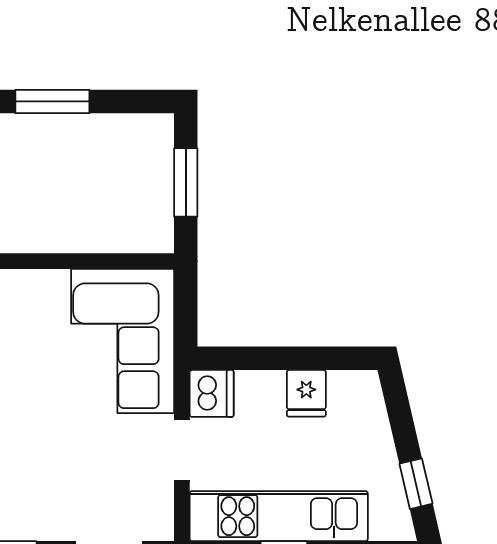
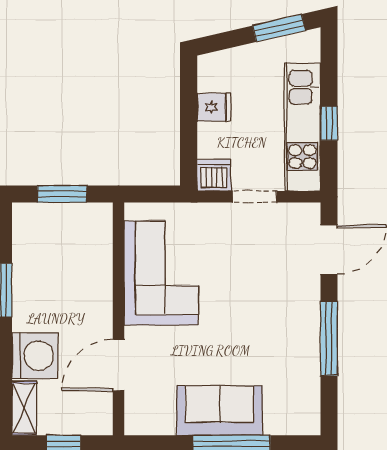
corner sofa: (123, 341) -> (161, 273), moved, turned -90
window: (416, 484) -> (279, 28), width x1.50

